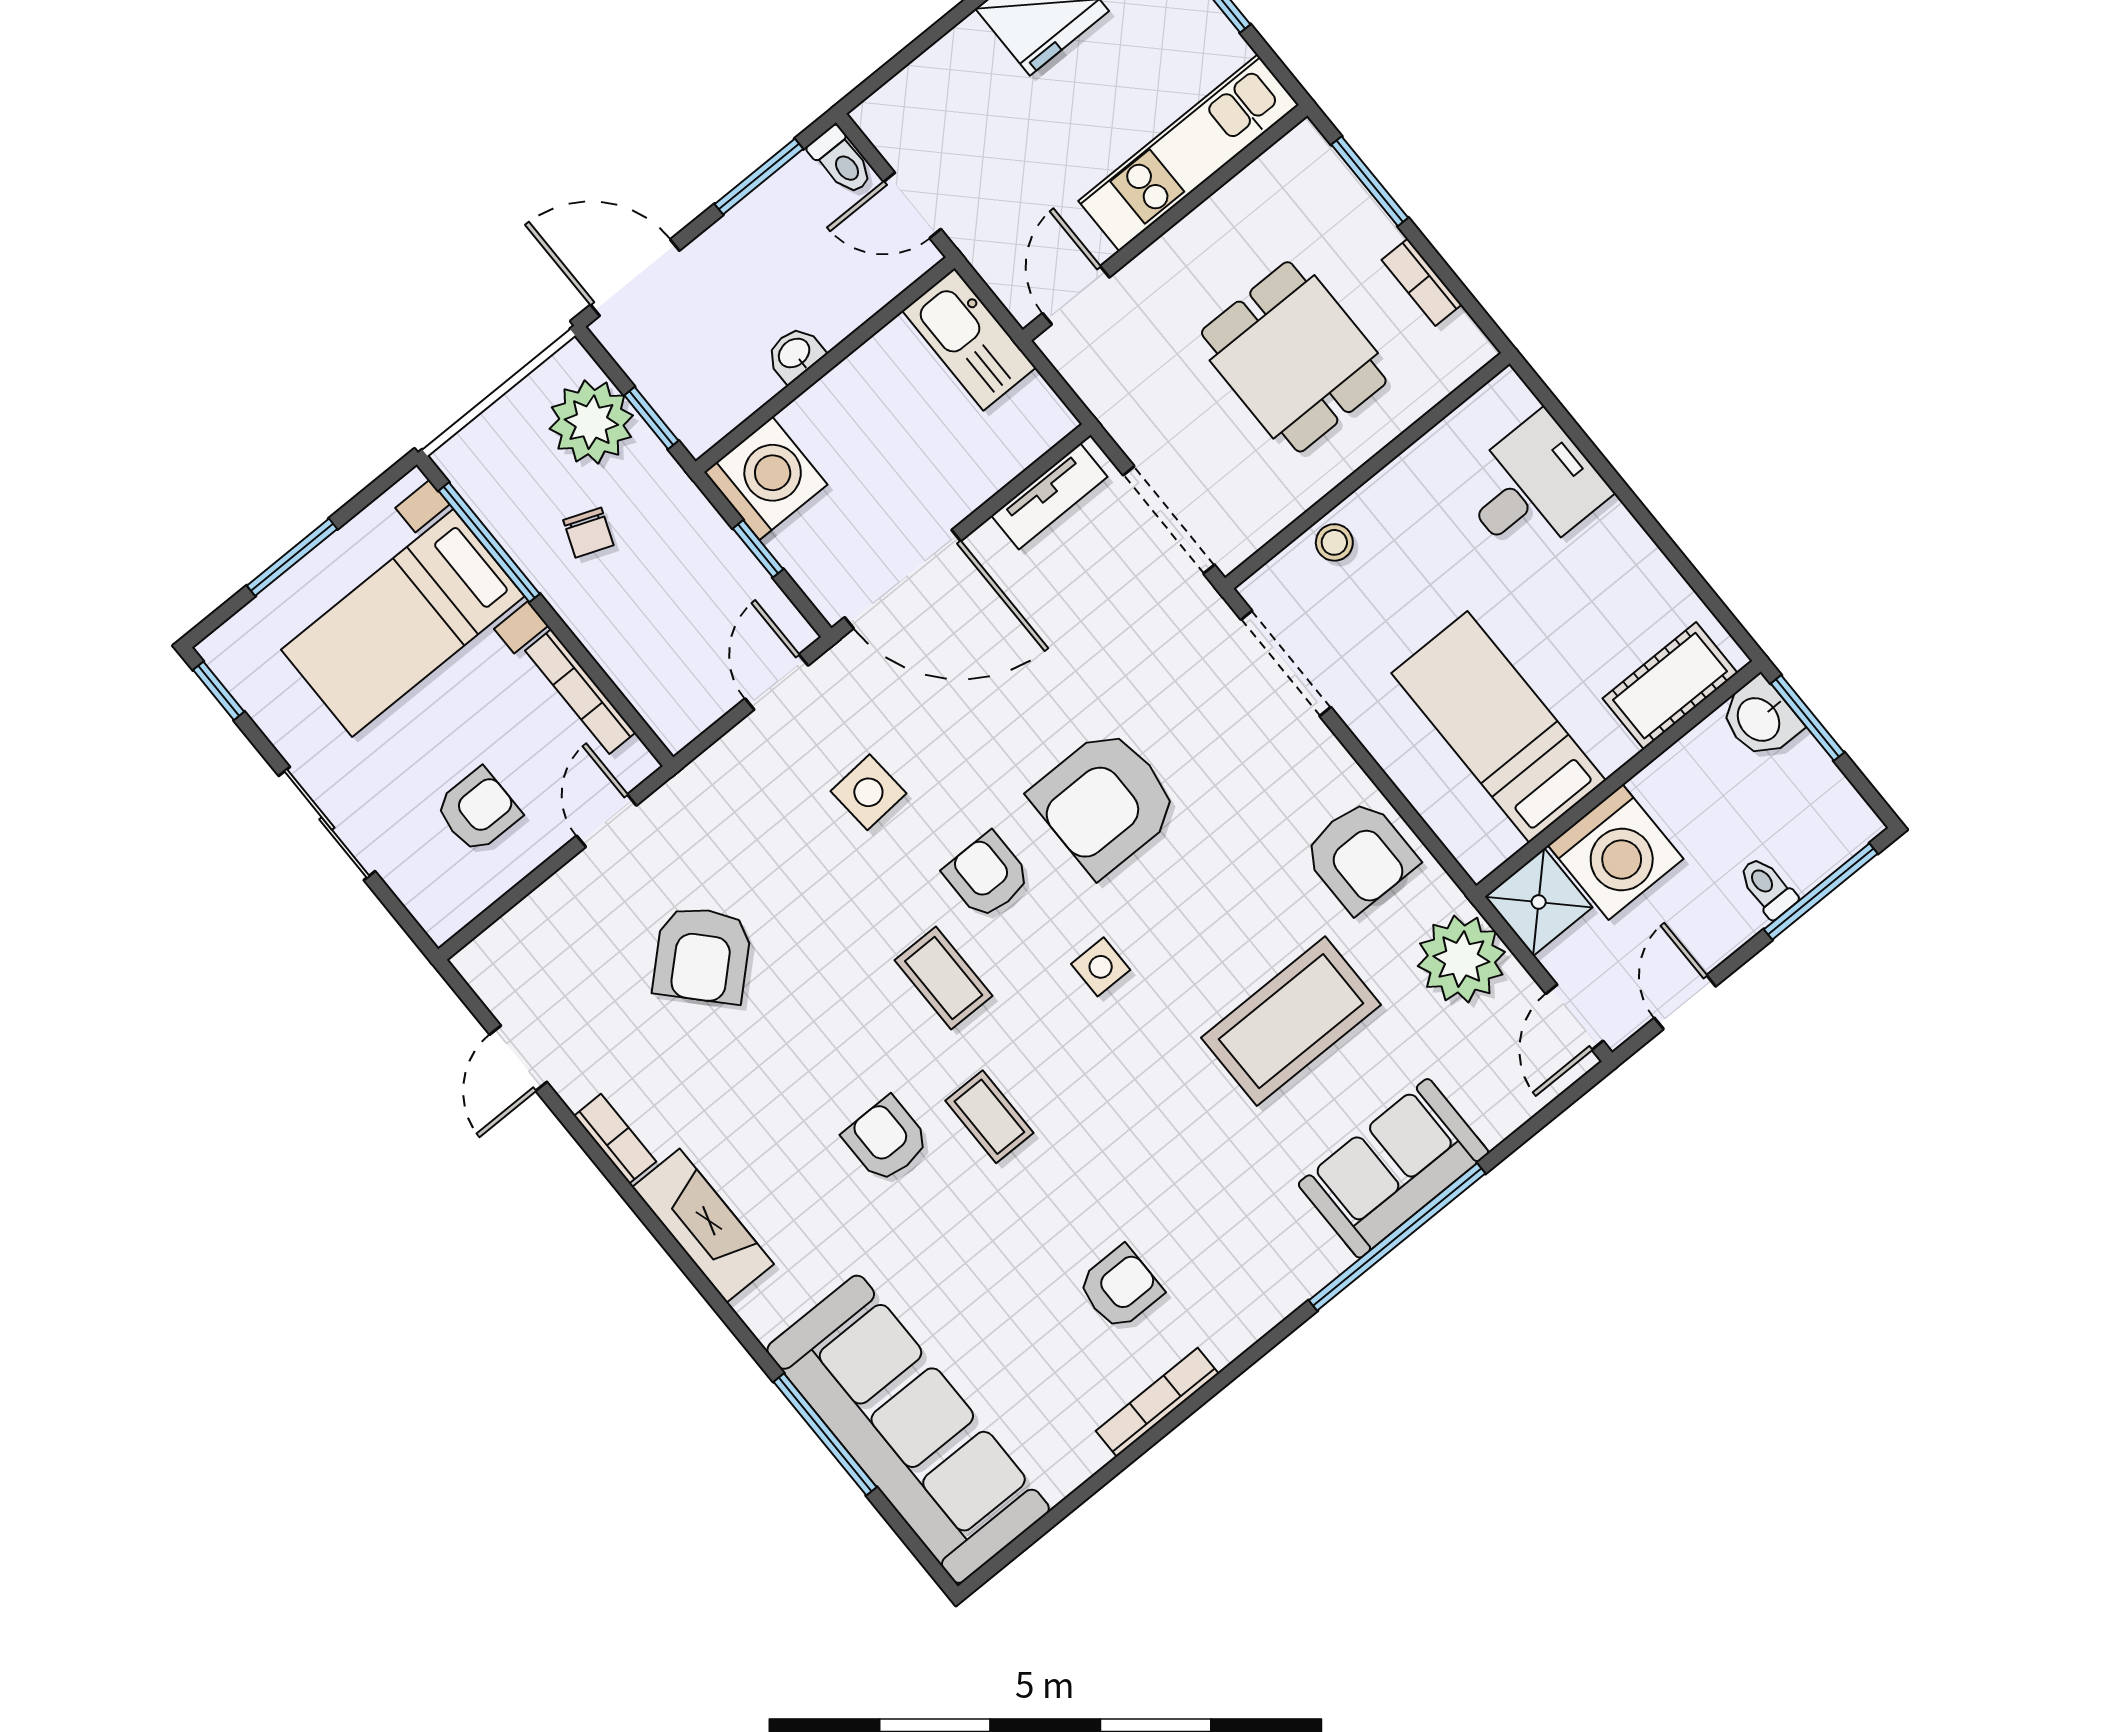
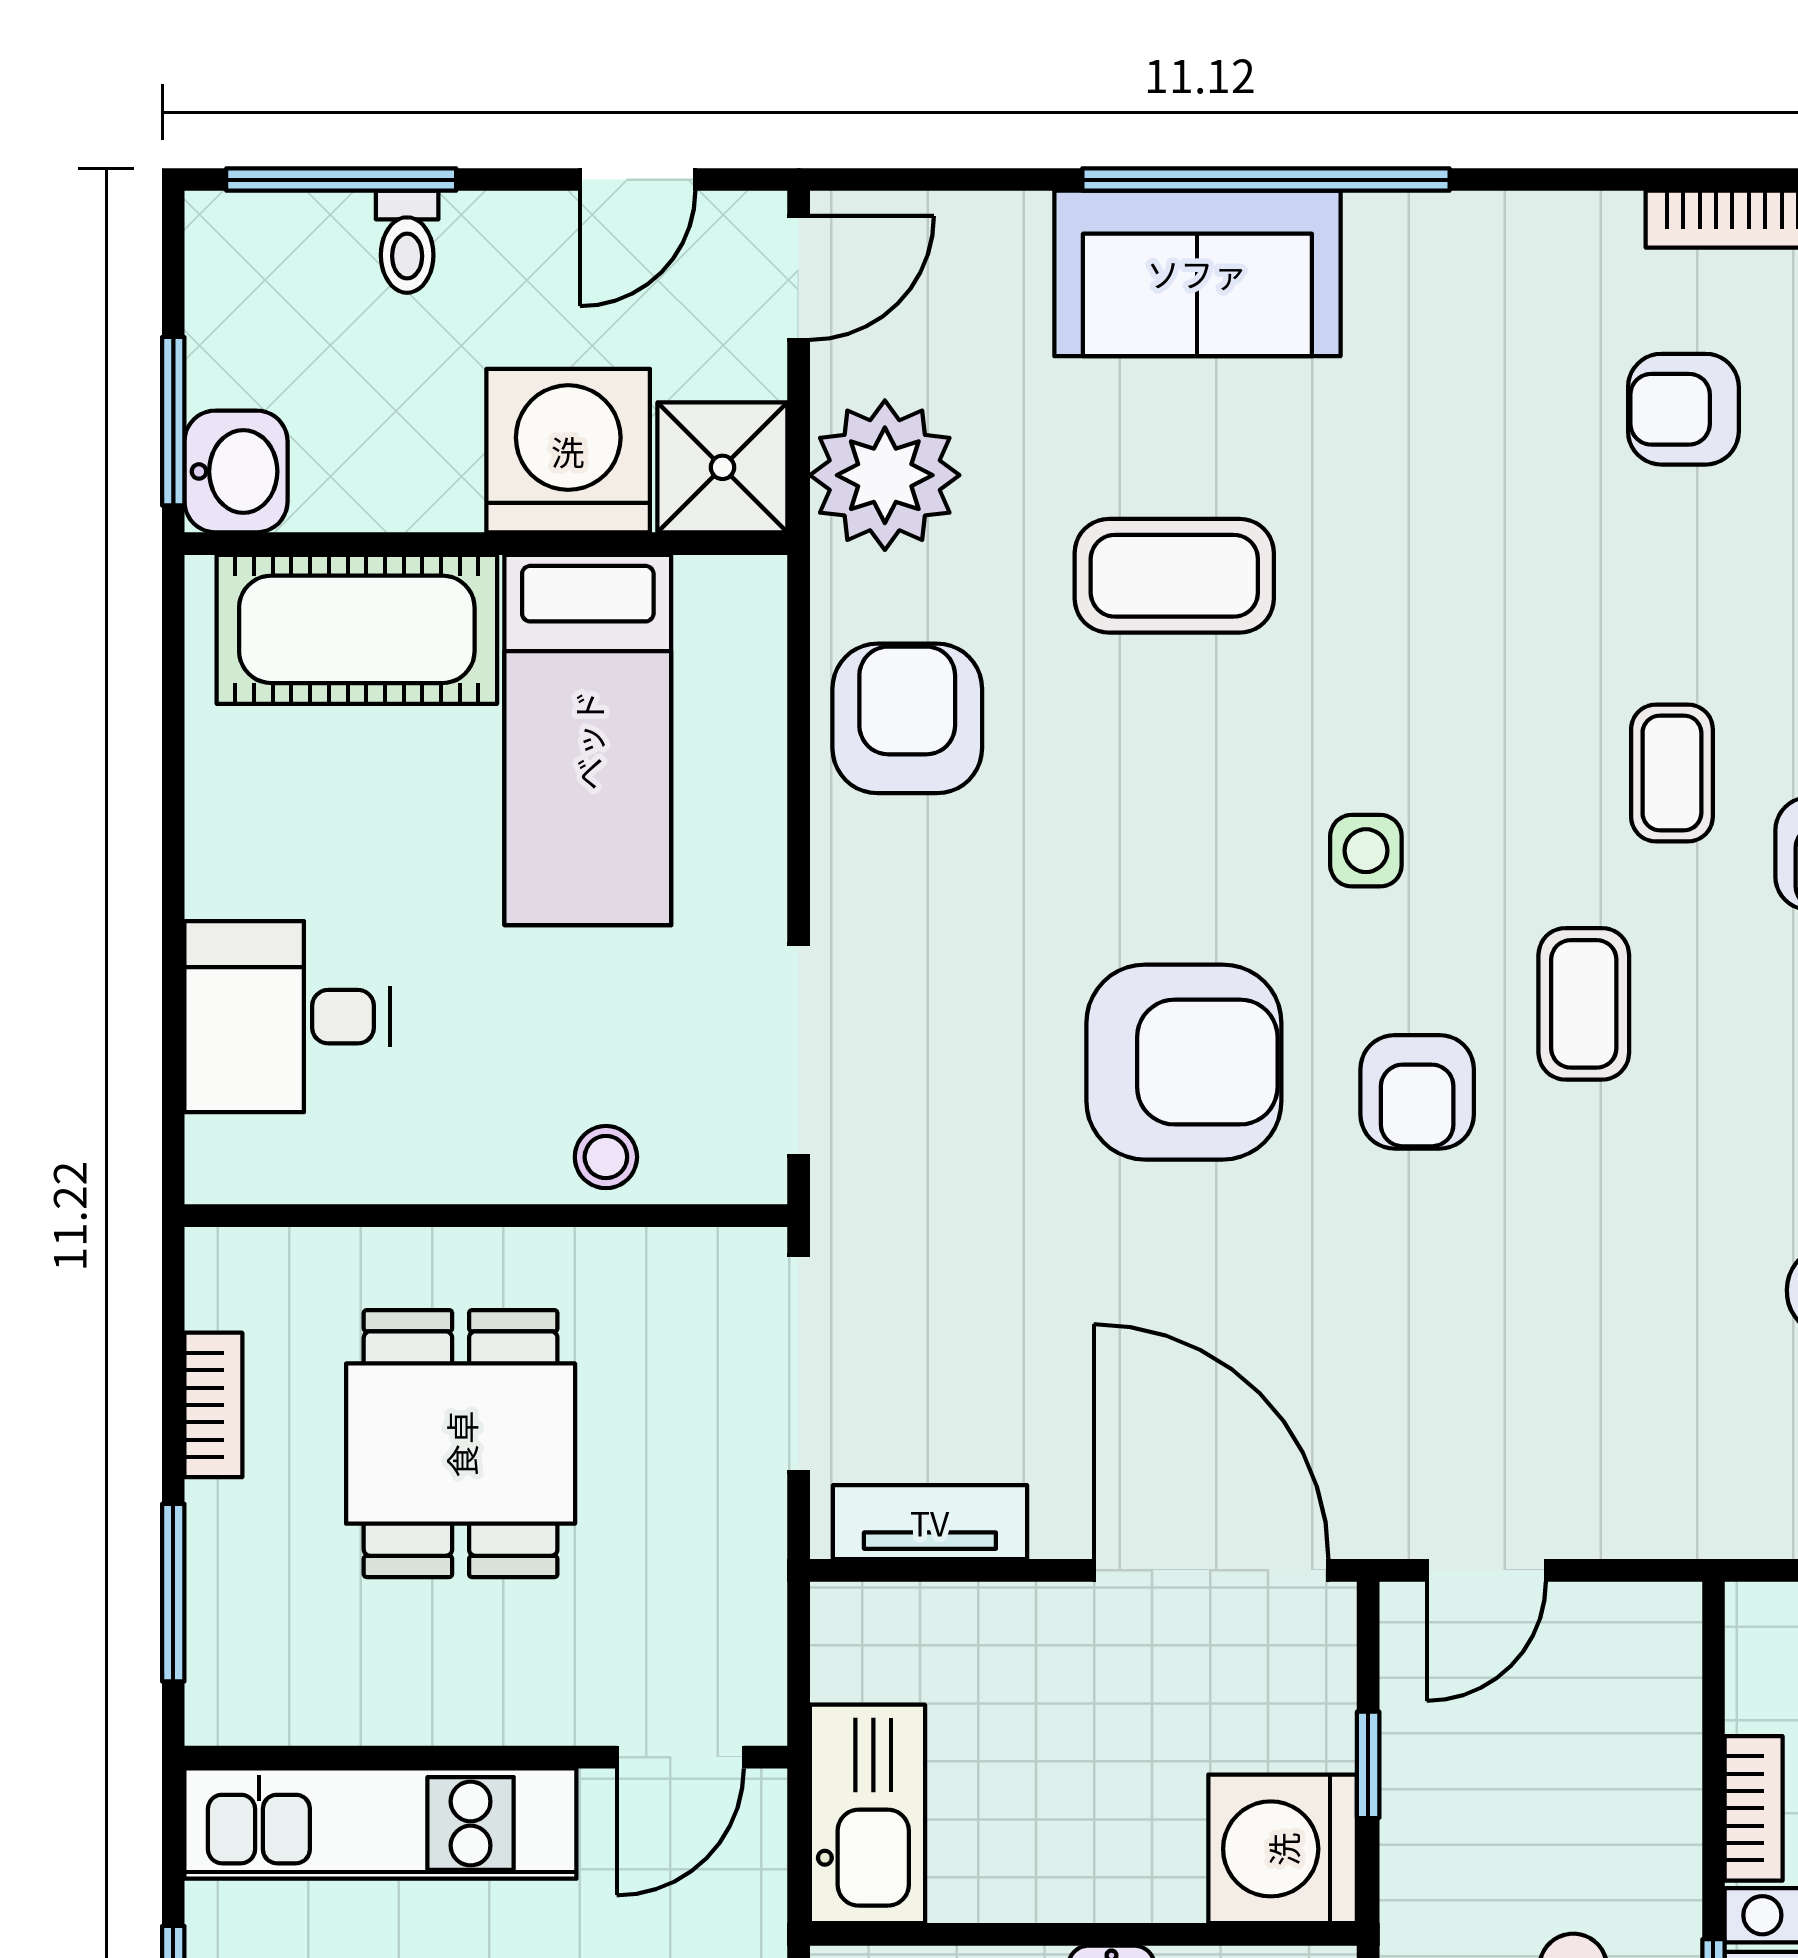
cot: (1670, 686) -> (357, 629), width x1.37, depth x1.34
bookcase: (580, 692) -> (1754, 1808), width x0.64
side table: (868, 792) -> (1484, 1328), removed
coffee table: (1291, 1021) -> (1174, 576), width x0.73, depth x0.76

